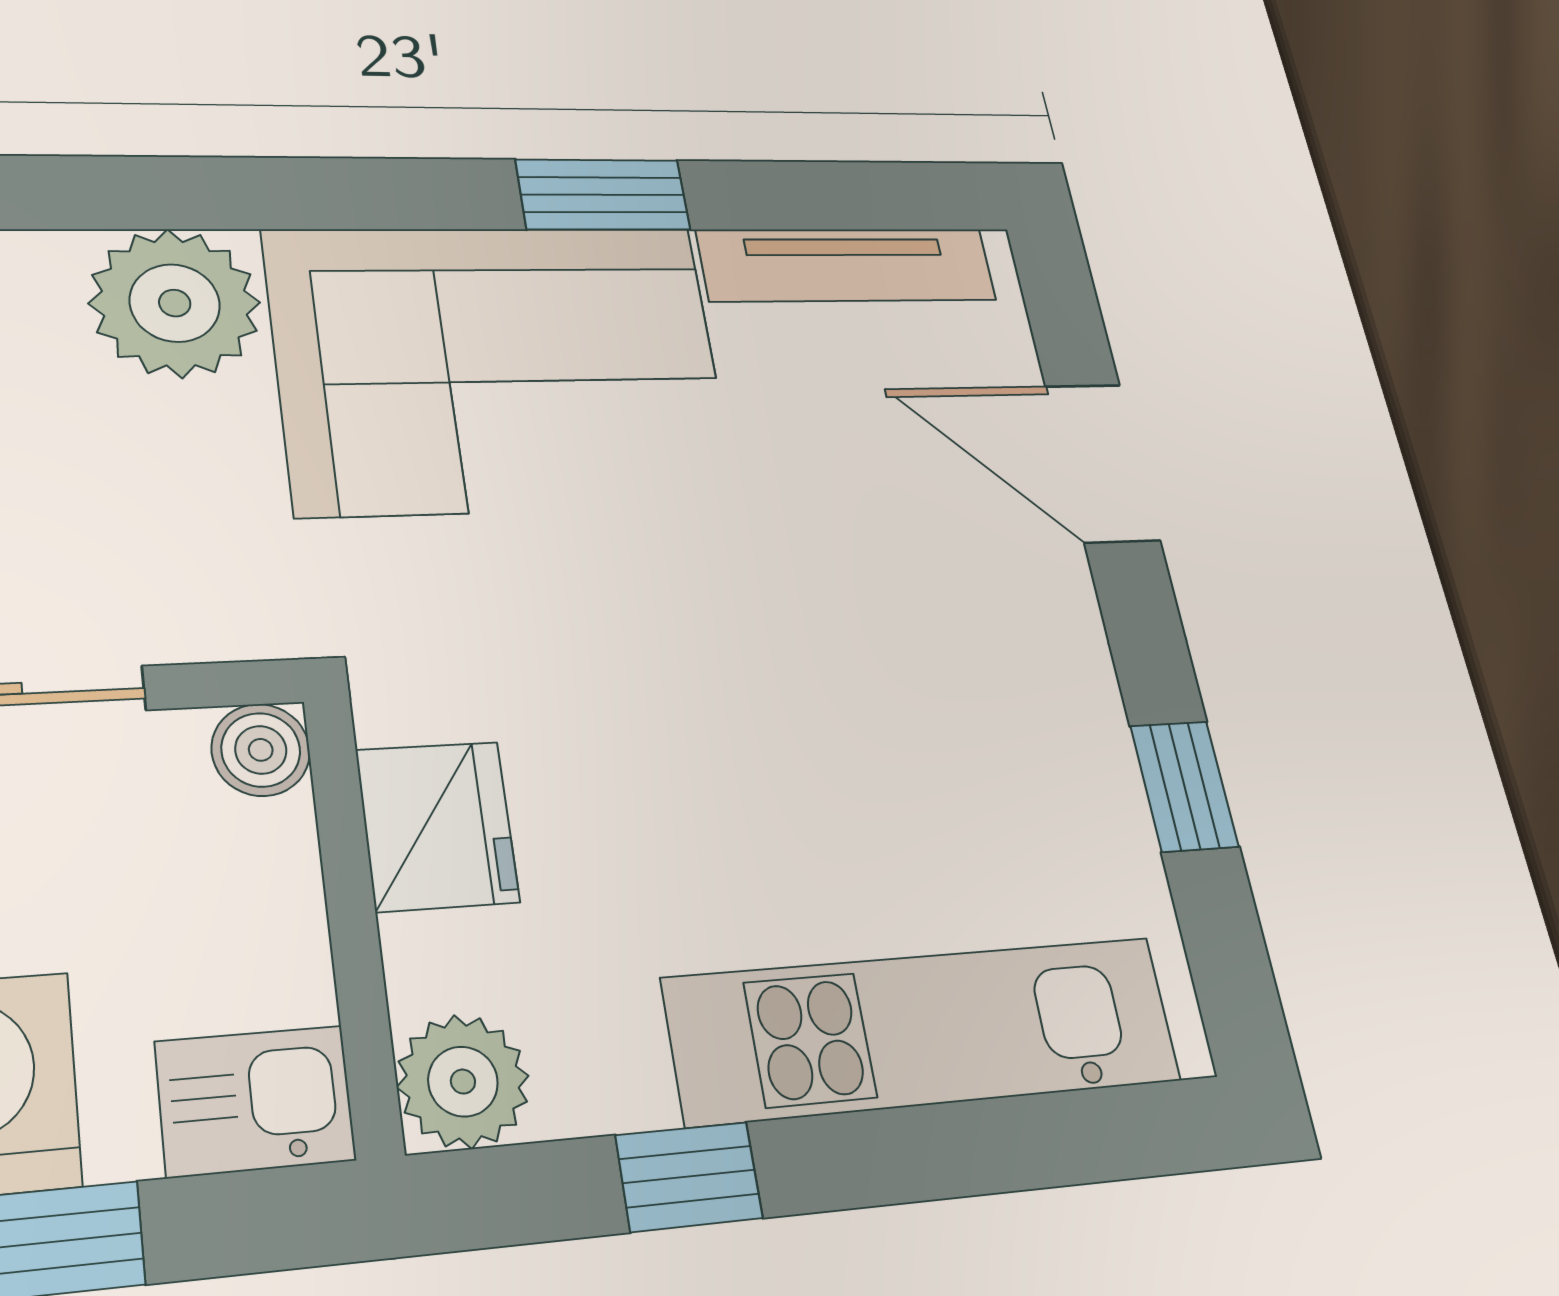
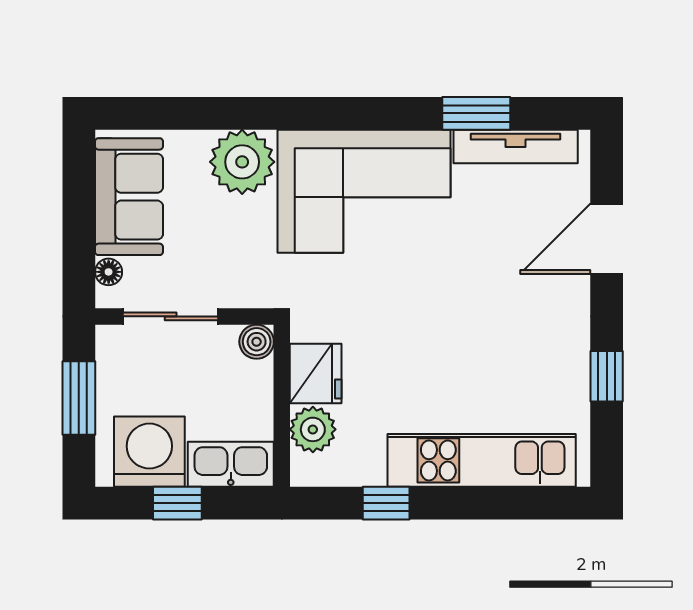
window: (603, 195) -> (476, 113), moved
door: (1102, 463) -> (607, 239), hinge flipped
plant: (463, 1082) -> (313, 429), moved
kitchen sink: (255, 1101) -> (231, 464), width x1.38

